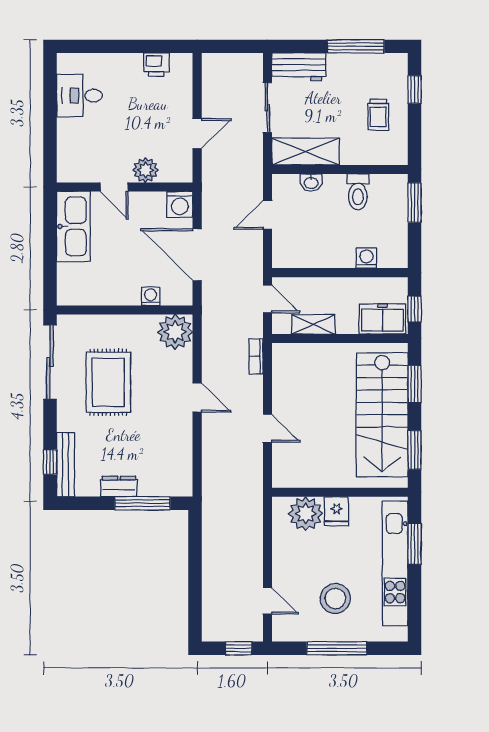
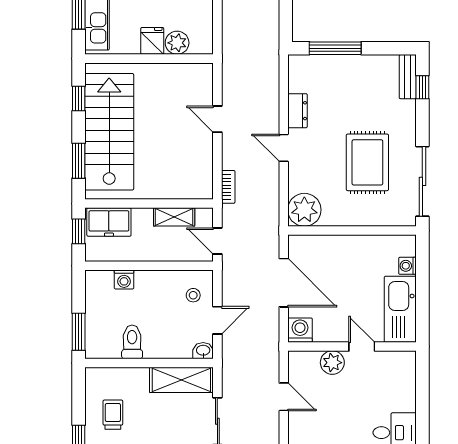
door: (197, 134) -> (284, 397), swing flipped
washbasin: (311, 183) -> (203, 351), moved
stool: (293, 241) -> (193, 295), added
washing machine: (151, 296) -> (408, 266), moved, turned 90
window: (415, 450) -> (79, 98), width x0.67
bench: (66, 465) -> (408, 77), width x0.73
dresser: (119, 486) -> (297, 111), moved, turned -90
plant: (306, 514) -> (177, 43), width x0.73, depth x0.73

